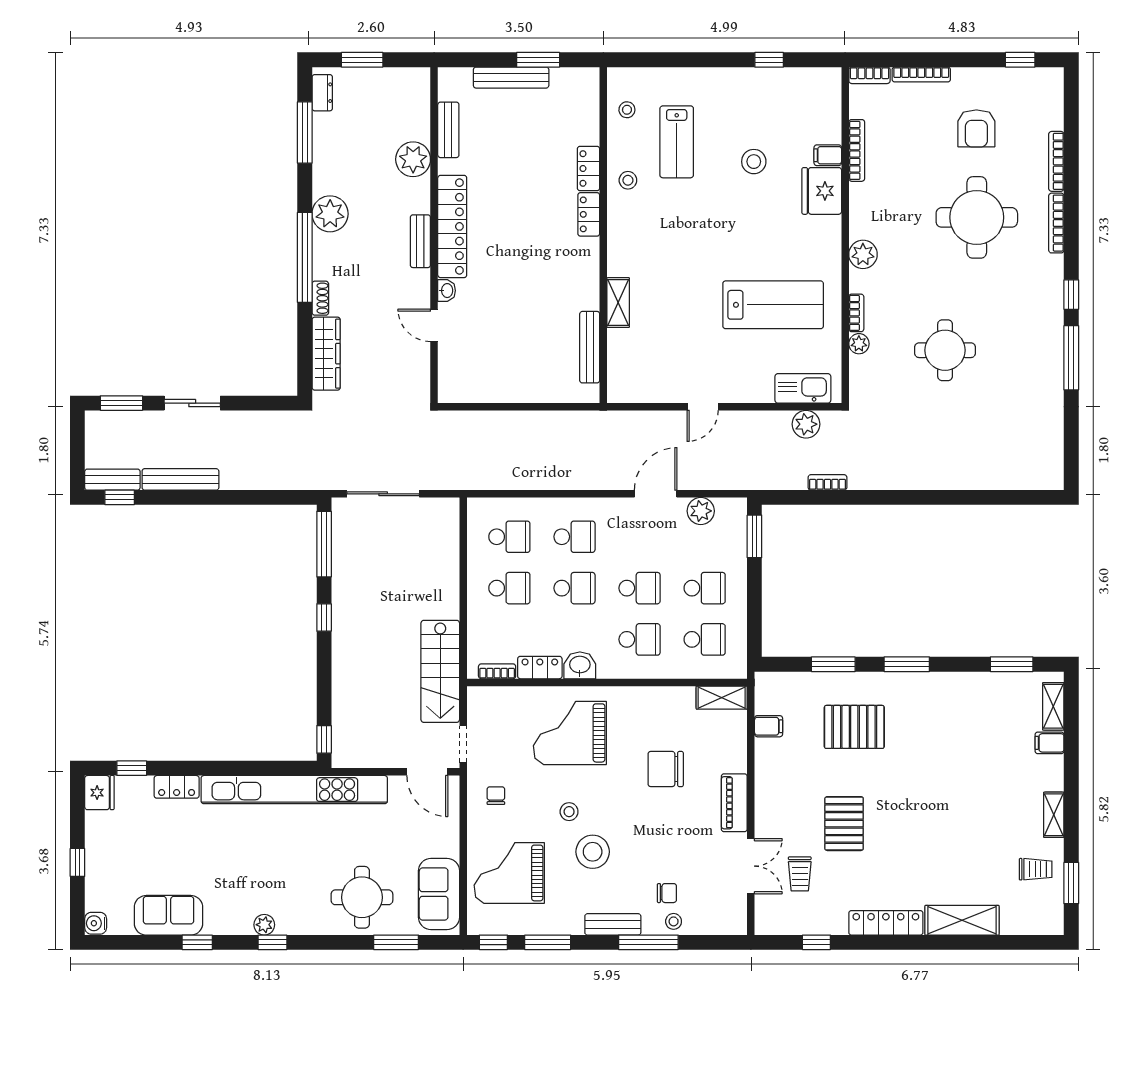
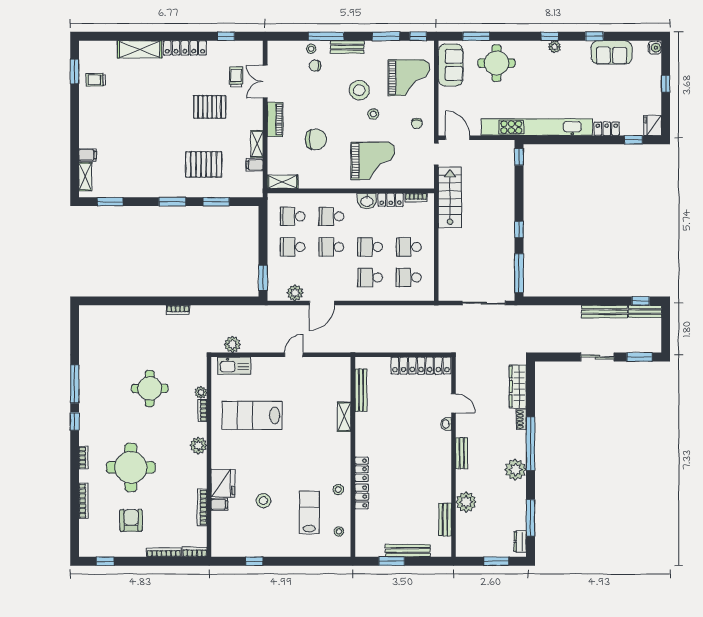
bookcase: (1056, 223) -> (83, 458), width x0.64
locker: (452, 226) -> (421, 366), moved, turned -90
bookcase: (827, 482) -> (178, 310), moved
shelving: (1054, 815) -> (257, 144), moved
pallet: (844, 824) -> (210, 107), turned 90

